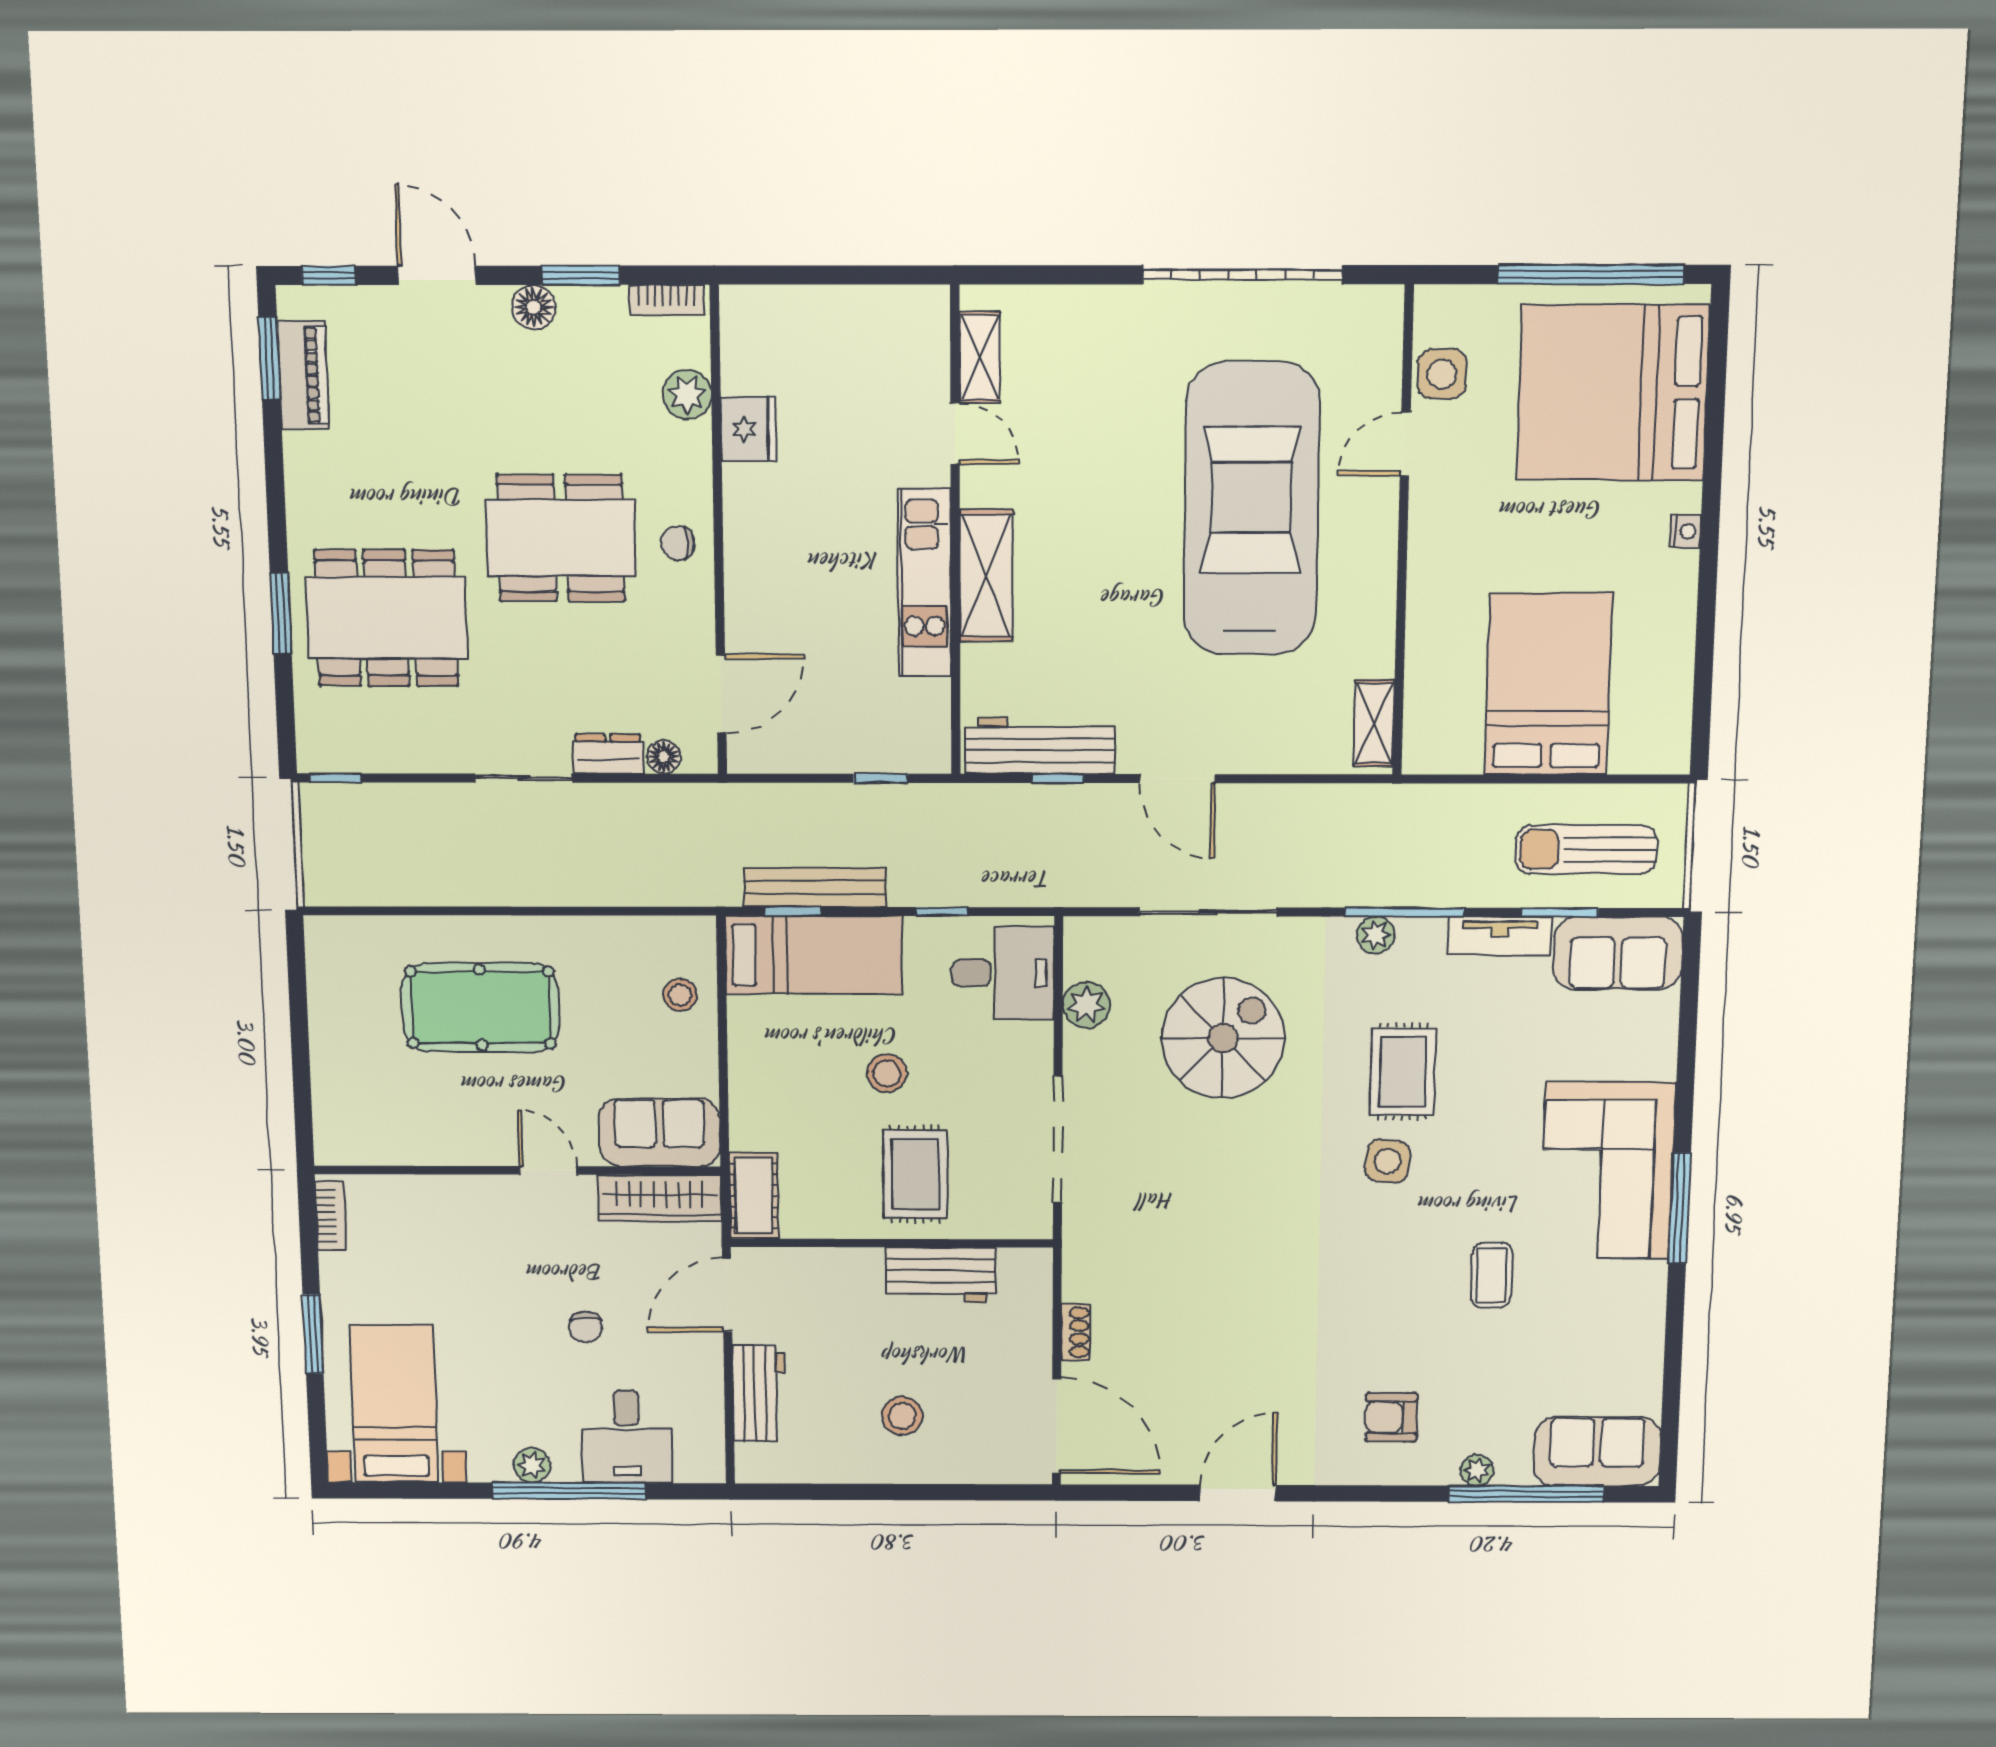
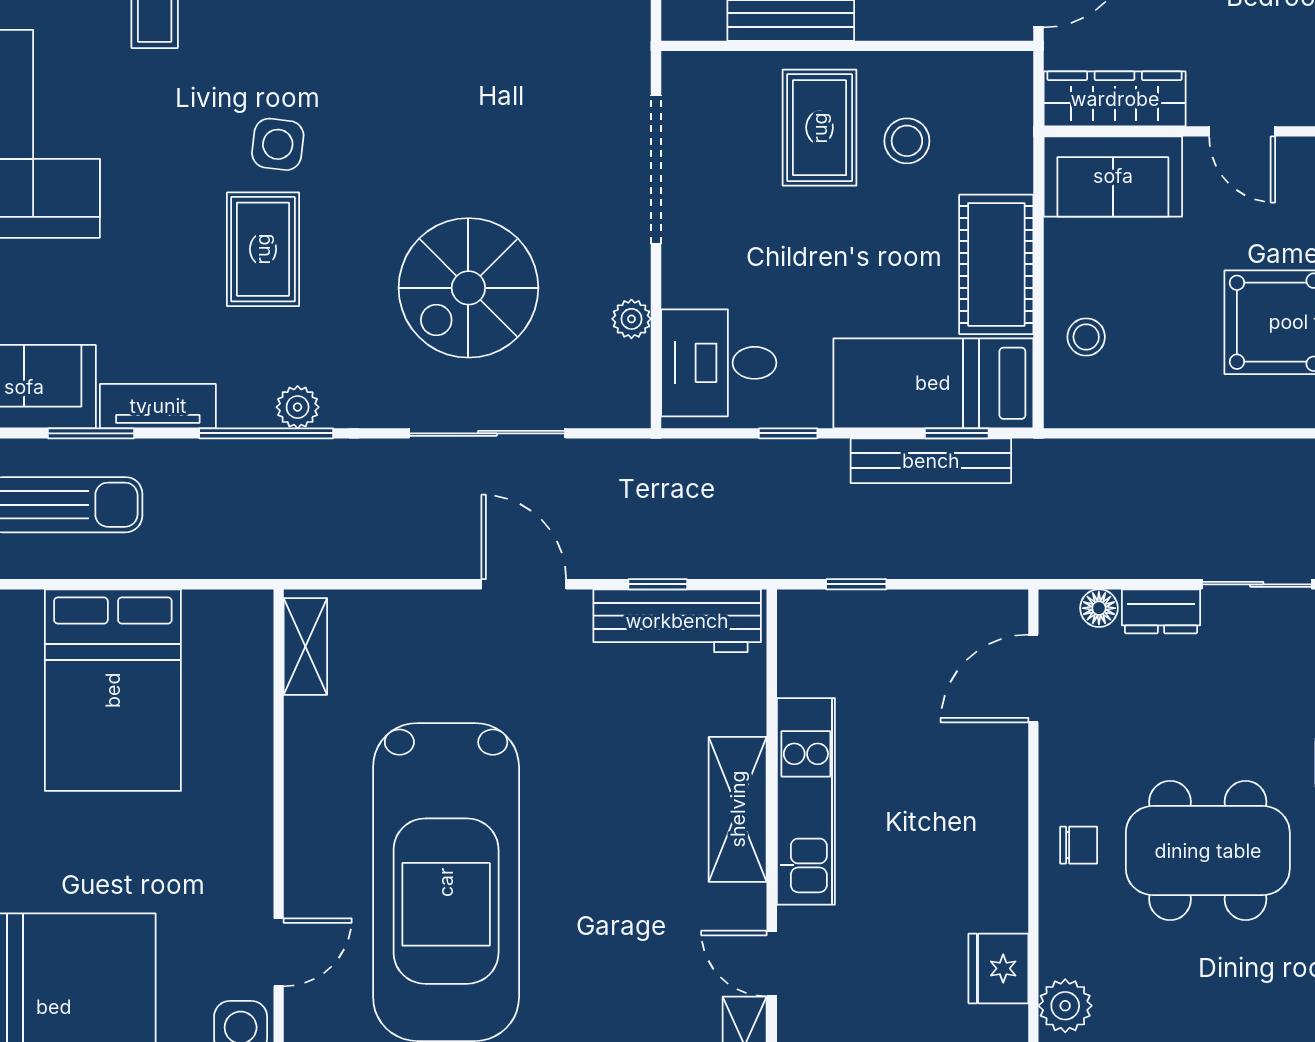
plant: (1086, 1005) -> (631, 319), width x0.73, depth x0.73
stool: (887, 1073) -> (907, 141), moved
cot: (754, 1196) -> (996, 264), moved, width x1.37, depth x1.34

